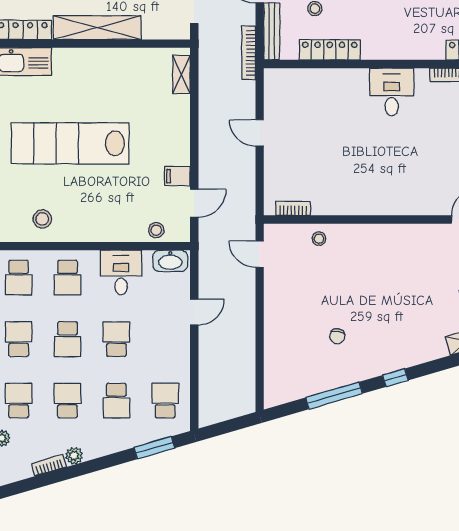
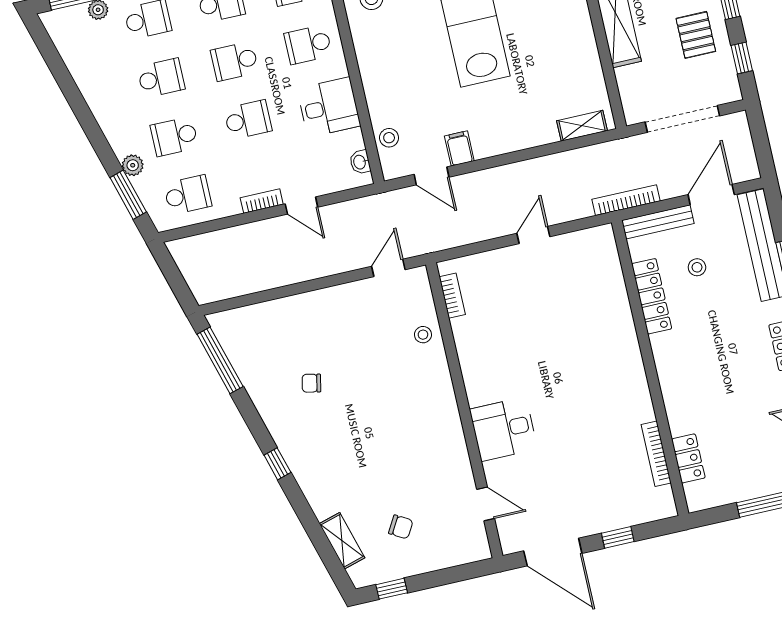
desk: (392, 92) -> (504, 429), moved, turned 180
washbasin: (170, 261) -> (360, 162), width x0.52, depth x0.69
window: (334, 396) -> (220, 360), moved
plant: (74, 456) -> (133, 165), moved
bookcase: (49, 465) -> (262, 201), moved, turned -74

